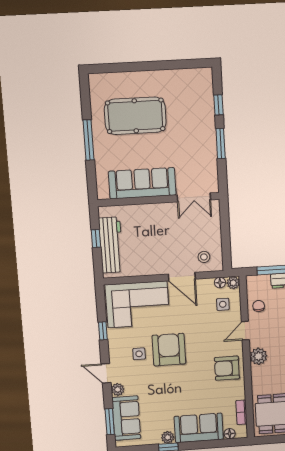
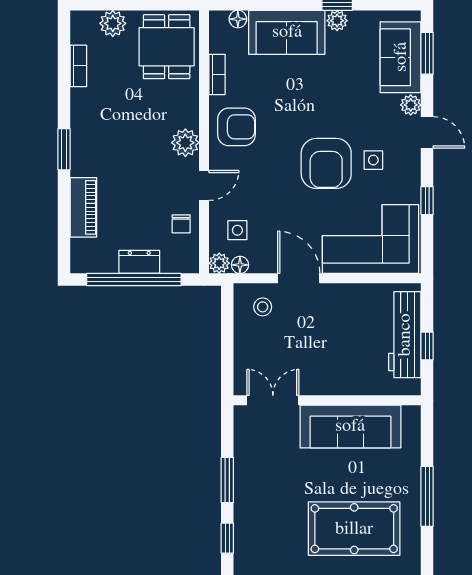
bookcase: (241, 412) -> (217, 74), moved

